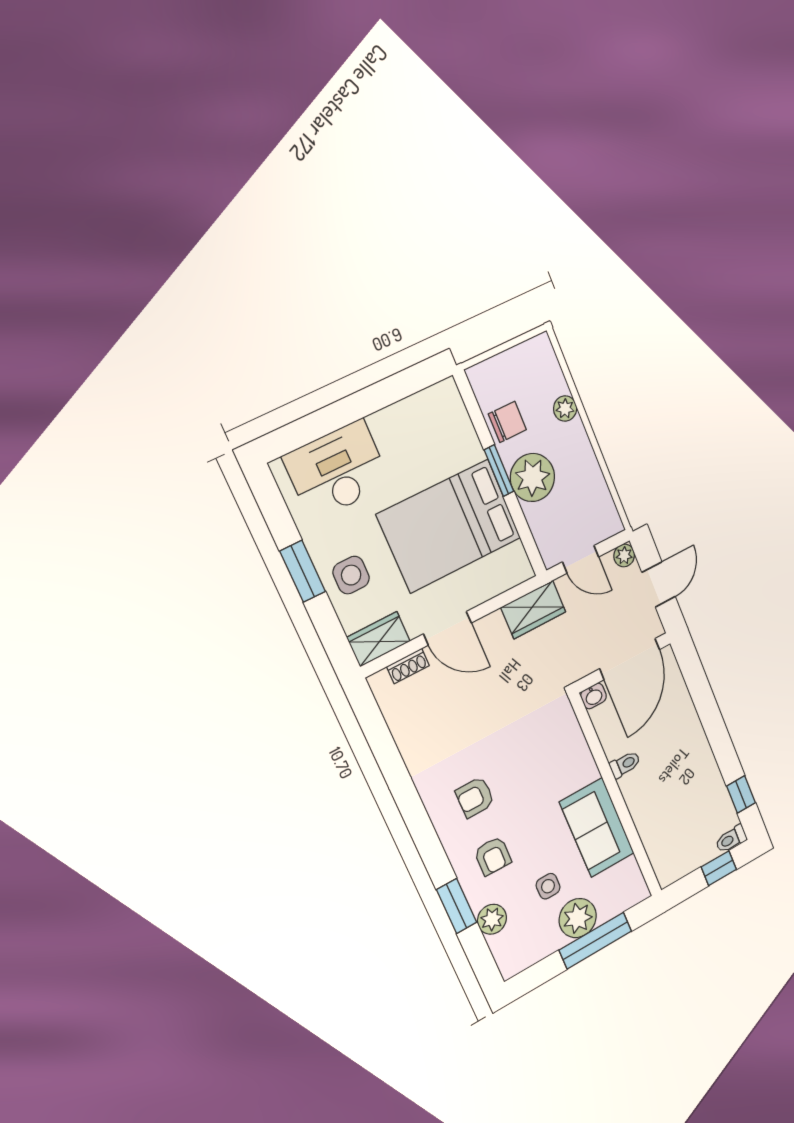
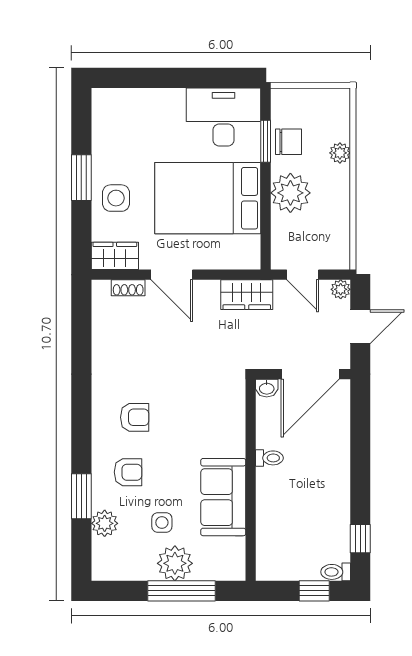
desk: (337, 470) -> (224, 117), moved
window: (499, 471) -> (266, 141), moved
armchair: (475, 797) -> (135, 417), turned 180
armchair: (493, 856) -> (128, 472), turned -91

